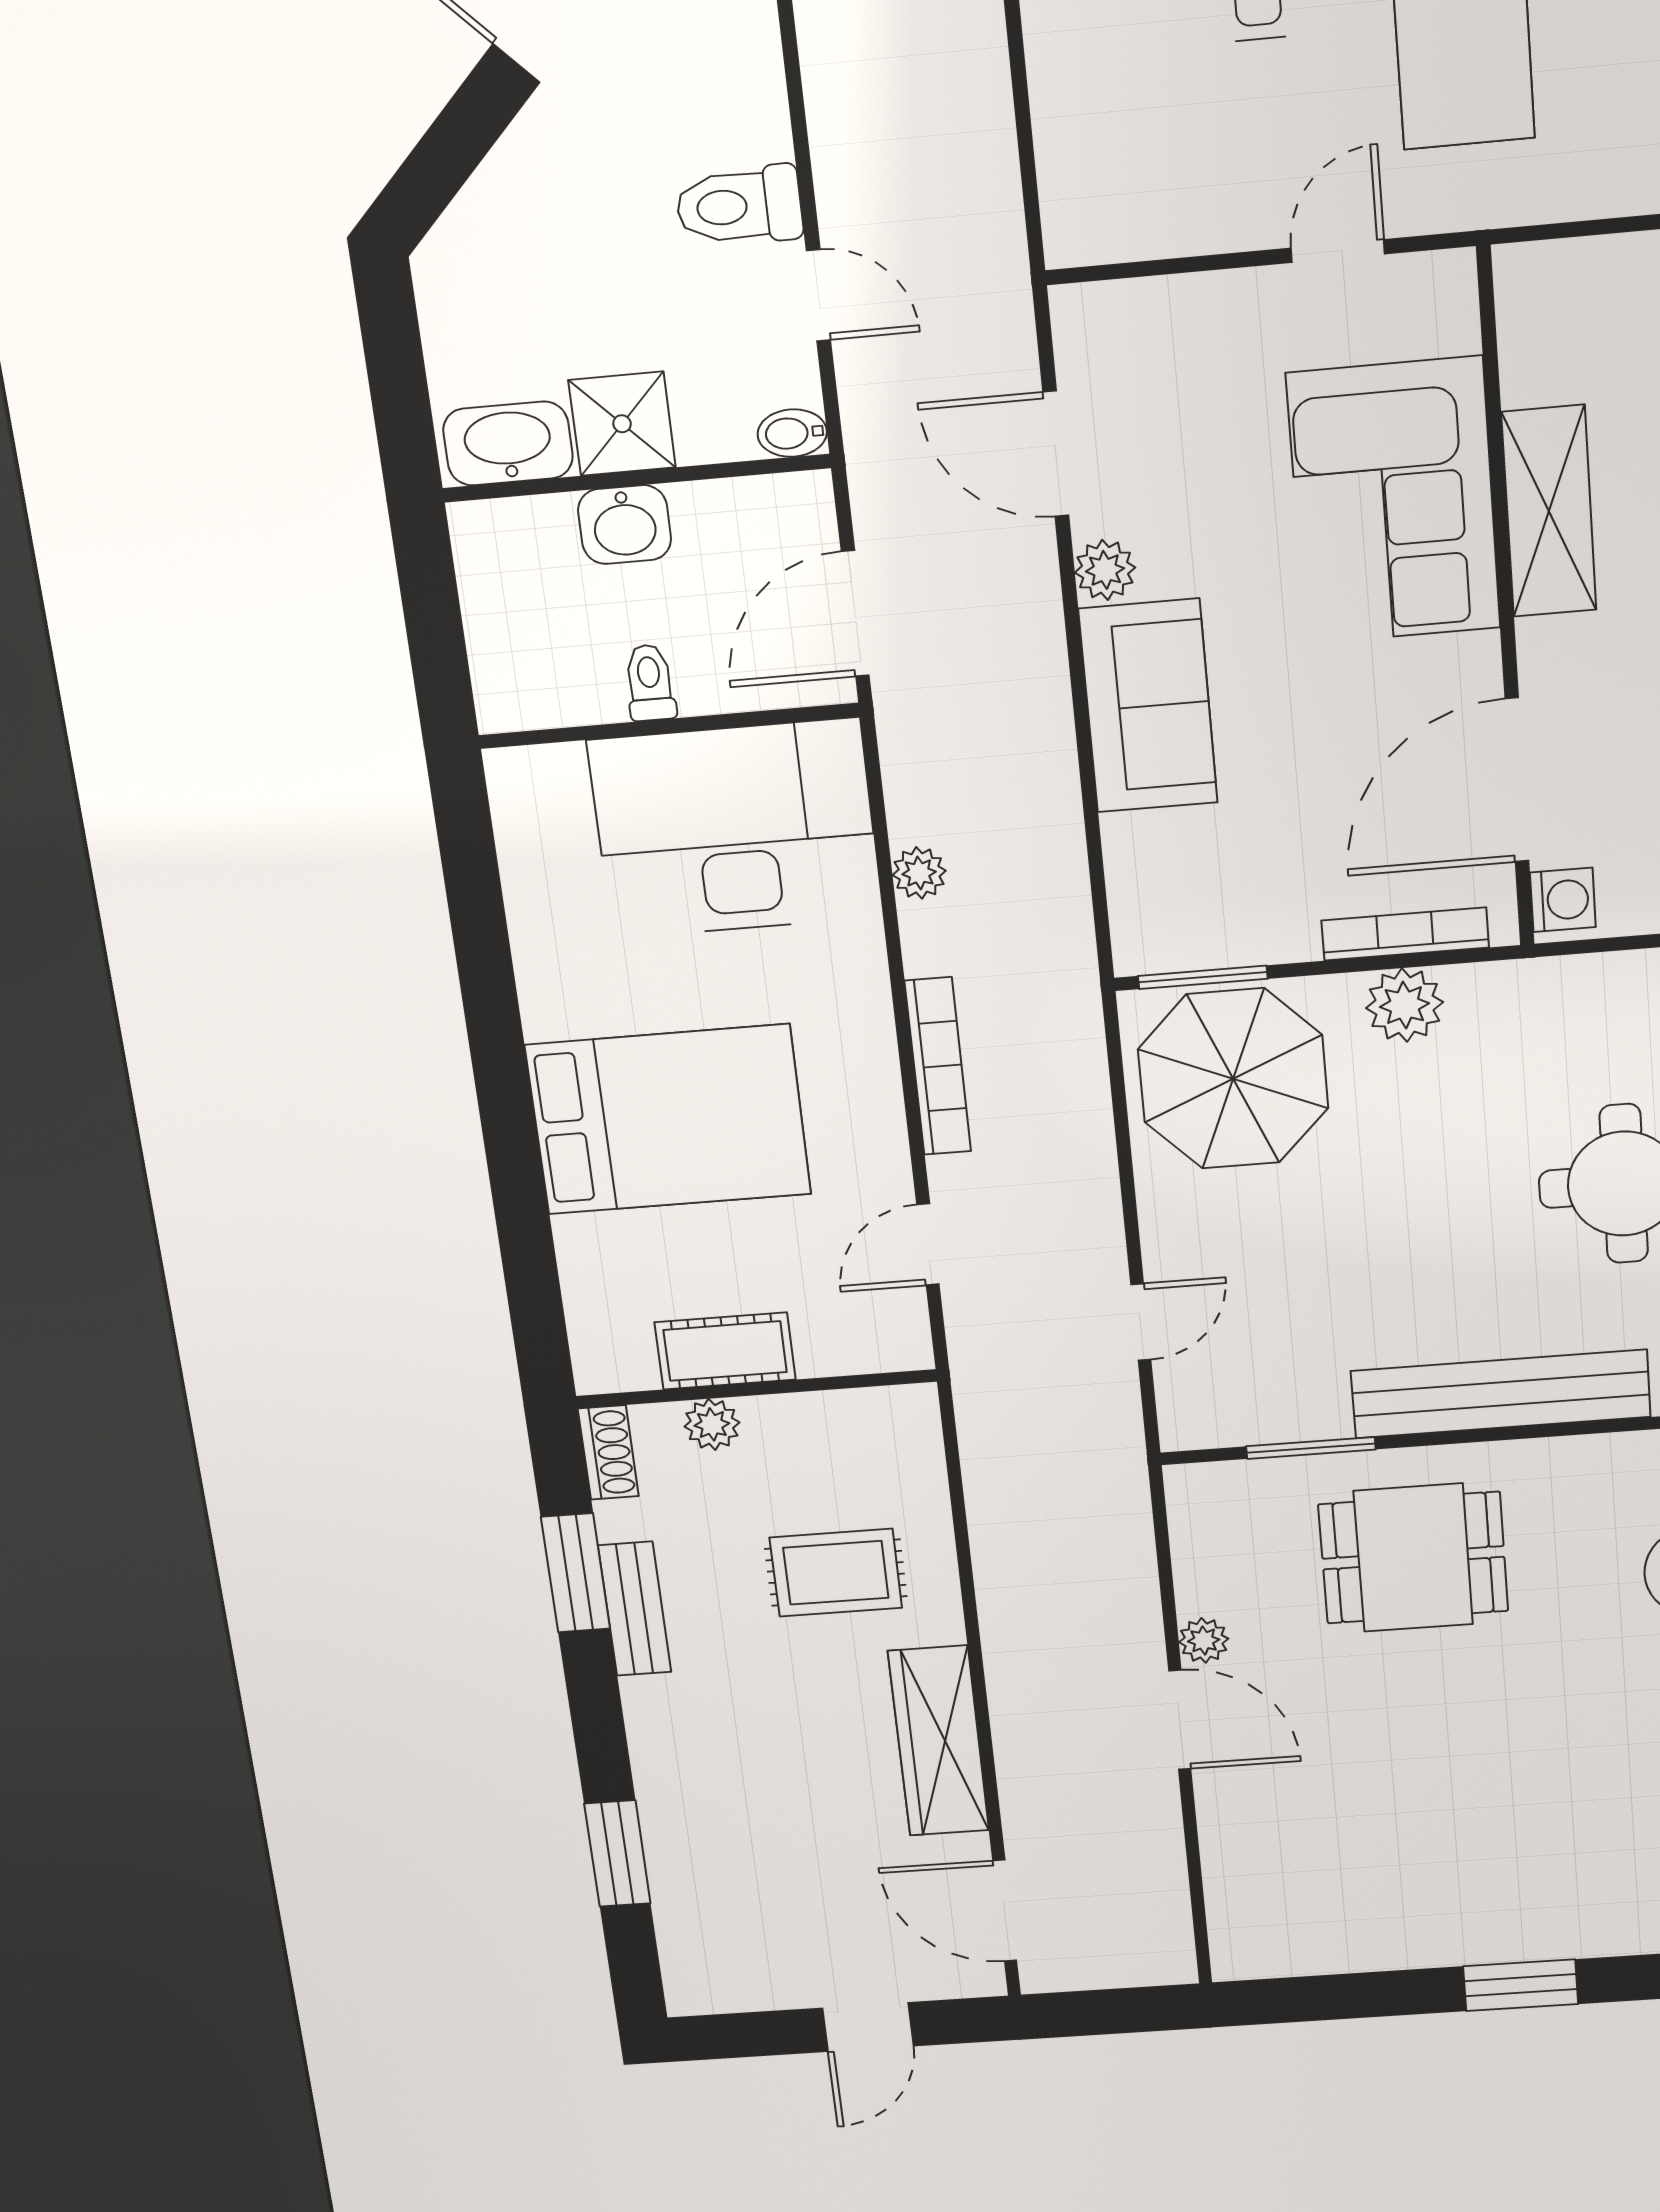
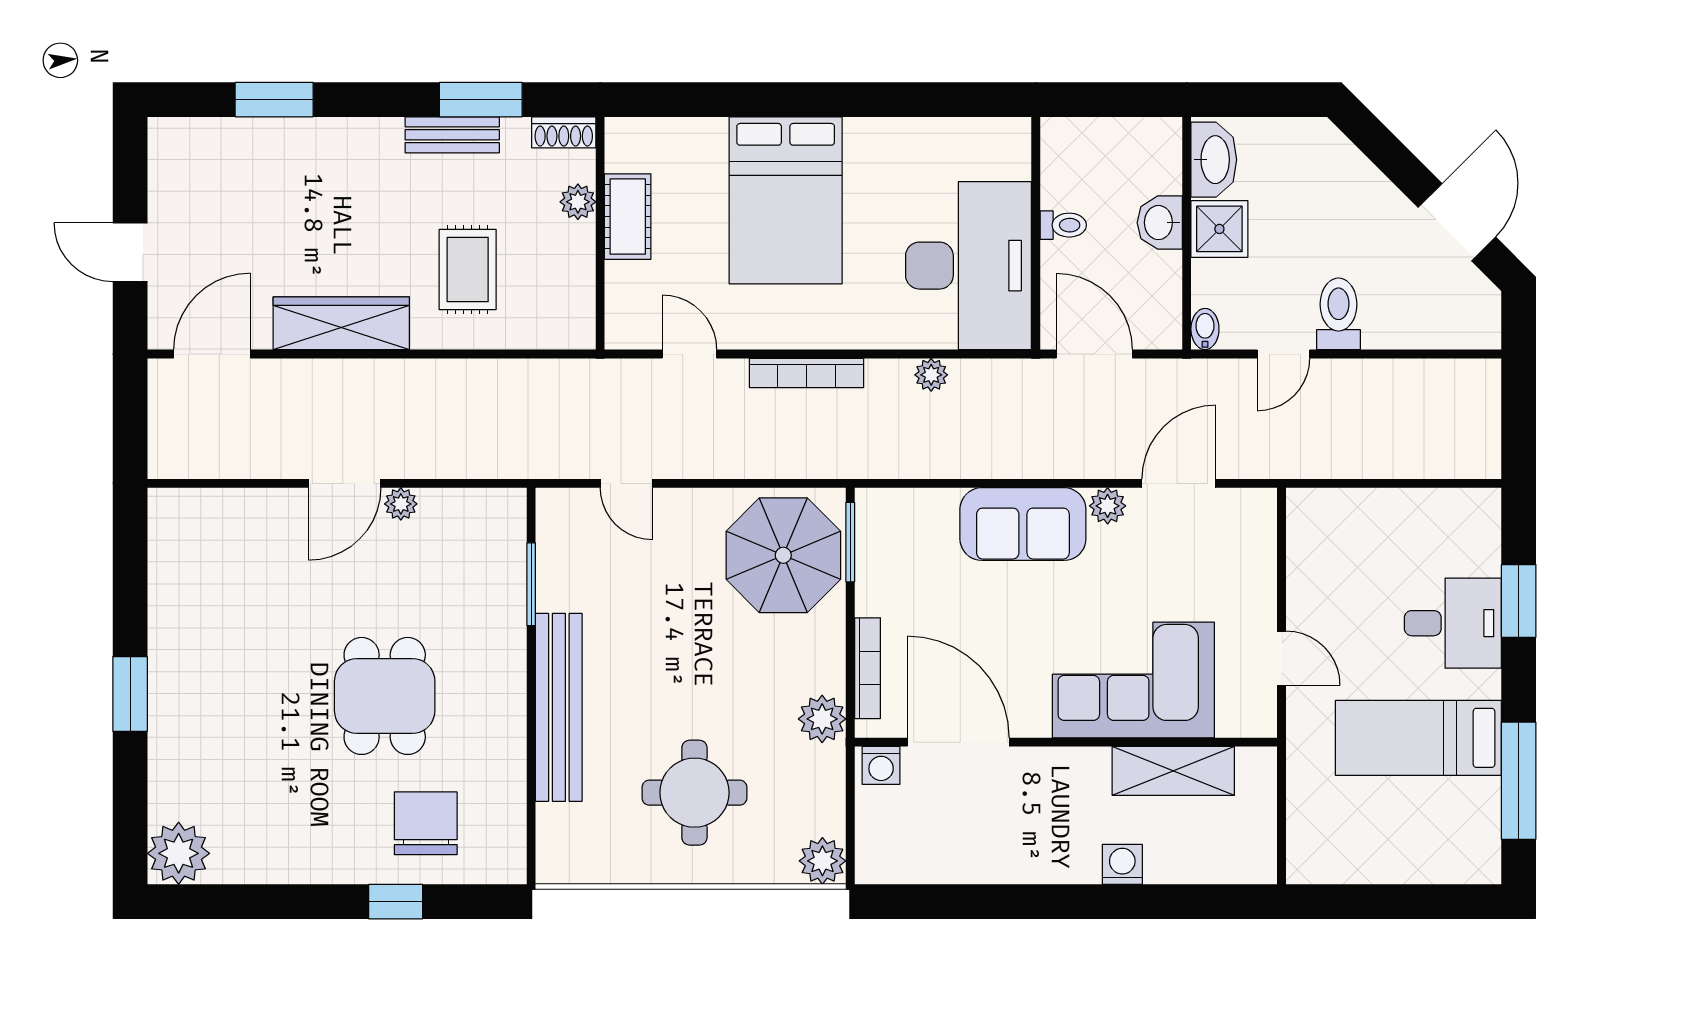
shelving: (1549, 511) -> (1173, 771), moved
plant: (1405, 1005) -> (822, 719), moved
dining table: (1413, 1558) -> (385, 696), moved

